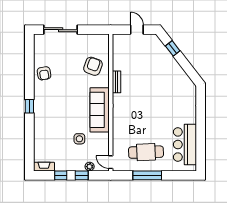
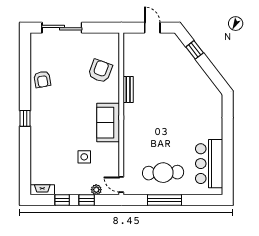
sofa: (100, 110) -> (108, 123), width x0.73

